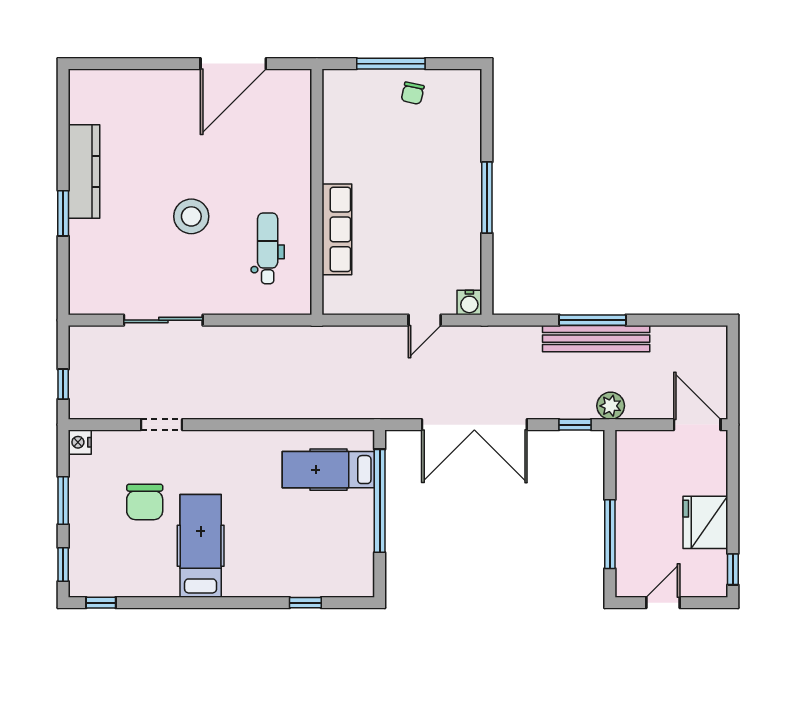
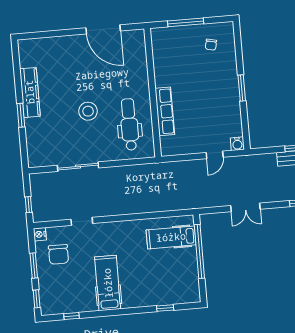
door: (233, 64) -> (103, 29), hinge flipped
chair: (413, 93) -> (211, 45), moved
window: (487, 198) -> (242, 88), width x0.69
dental chair: (268, 248) -> (129, 124), width x1.36, depth x1.38
double door: (474, 425) -> (245, 207), width x0.54
chair: (145, 502) -> (58, 254), moved
window: (101, 603) -> (72, 316), moved

